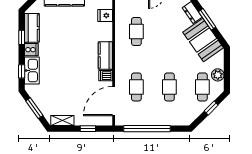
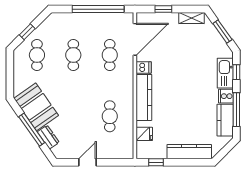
window: (207, 19) -> (32, 130), width x1.44
window: (22, 37) -> (236, 110), width x2.17
kitchen counter: (105, 55) -> (144, 97), width x1.50
plant: (218, 75) -> (20, 68), removed

